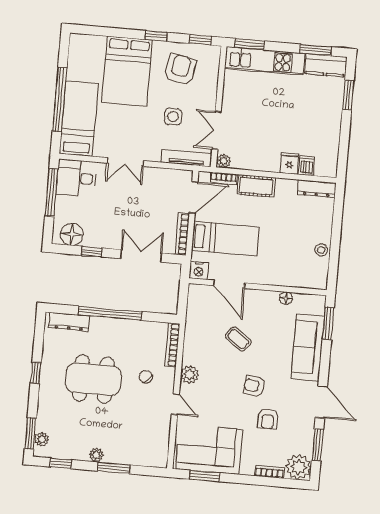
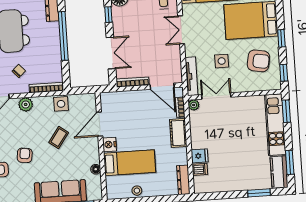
bed: (225, 239) -> (130, 163), moved, turned -90
nightstand: (199, 271) -> (110, 144), moved
side table: (196, 329) -> (61, 104), added

